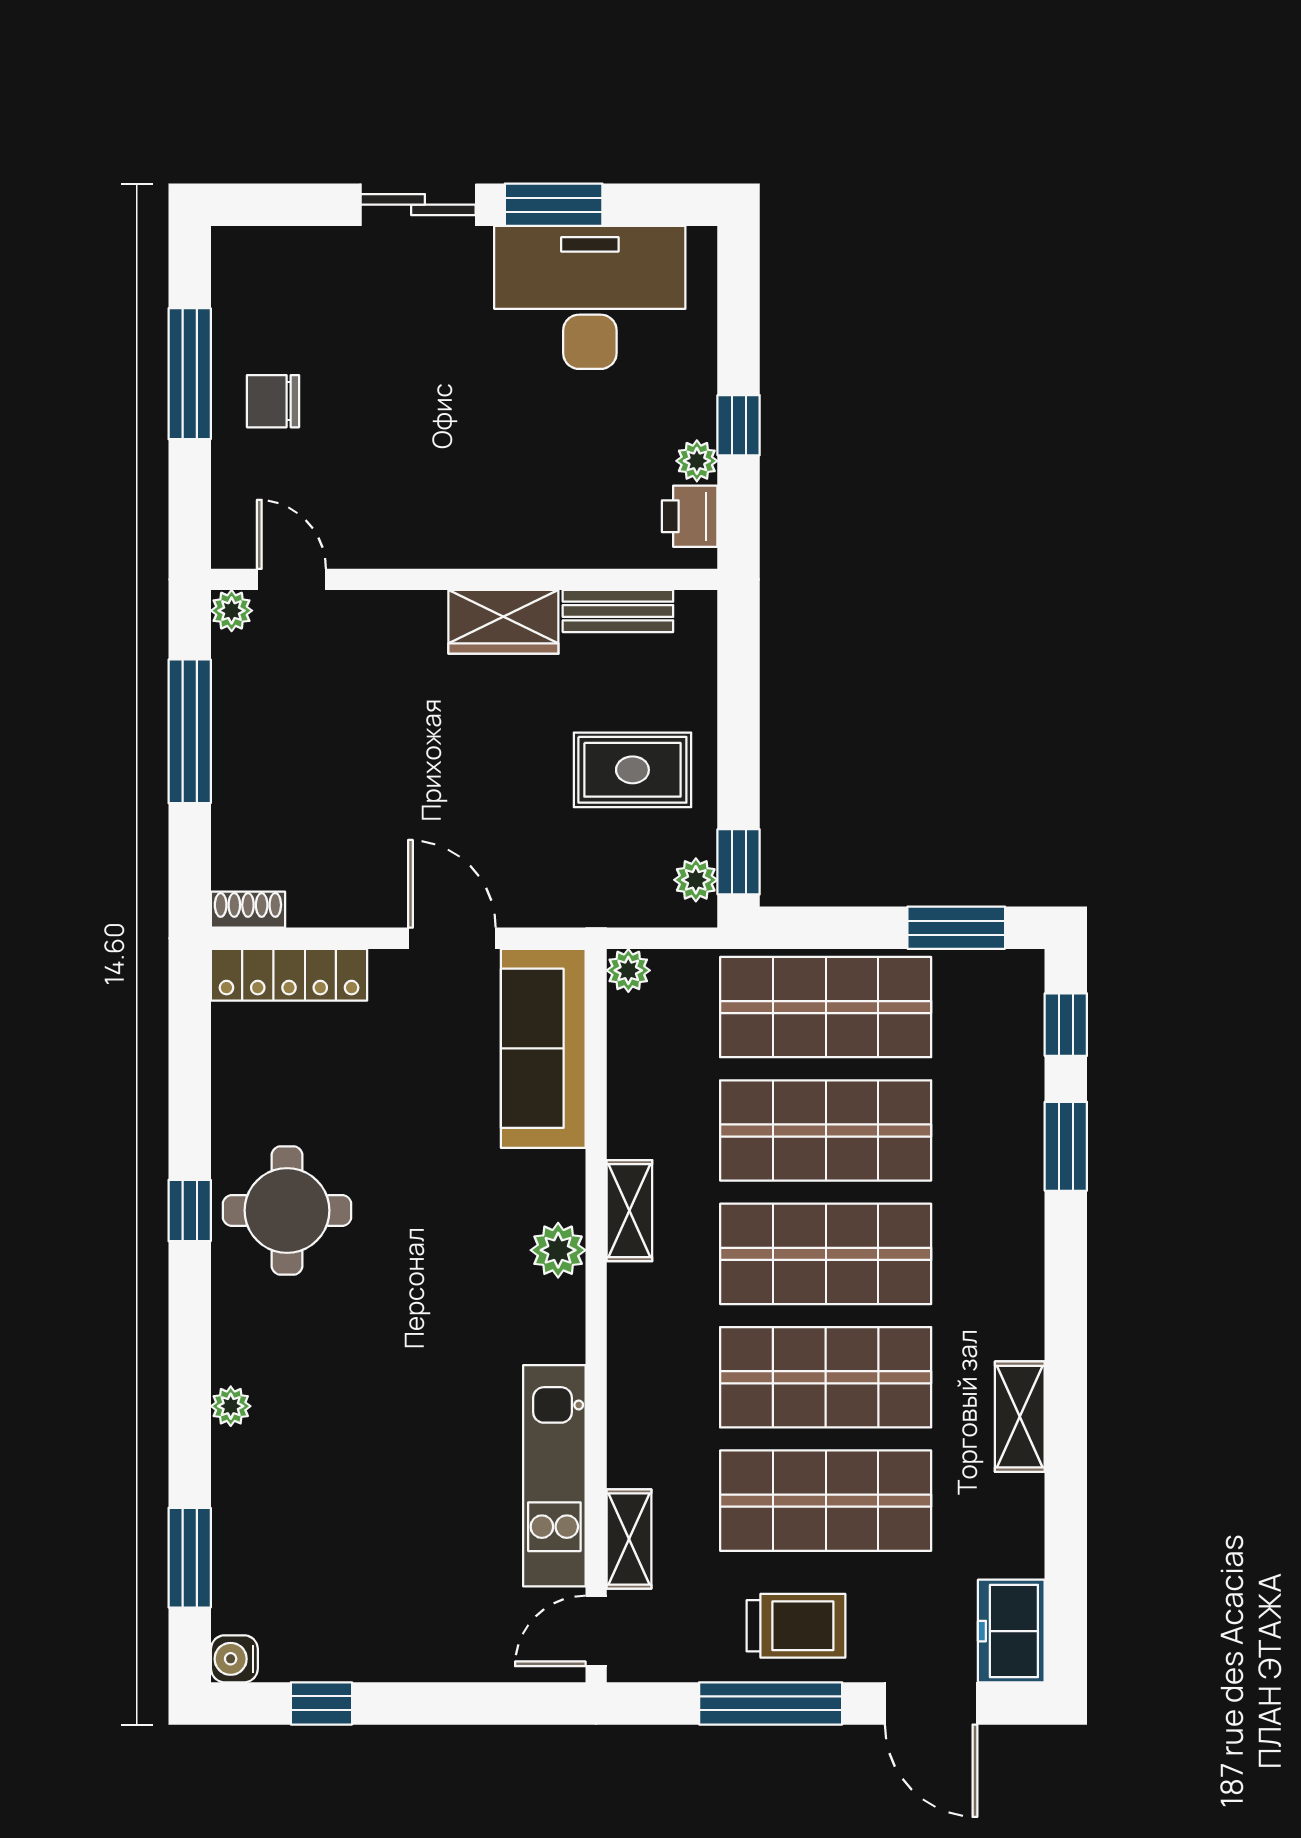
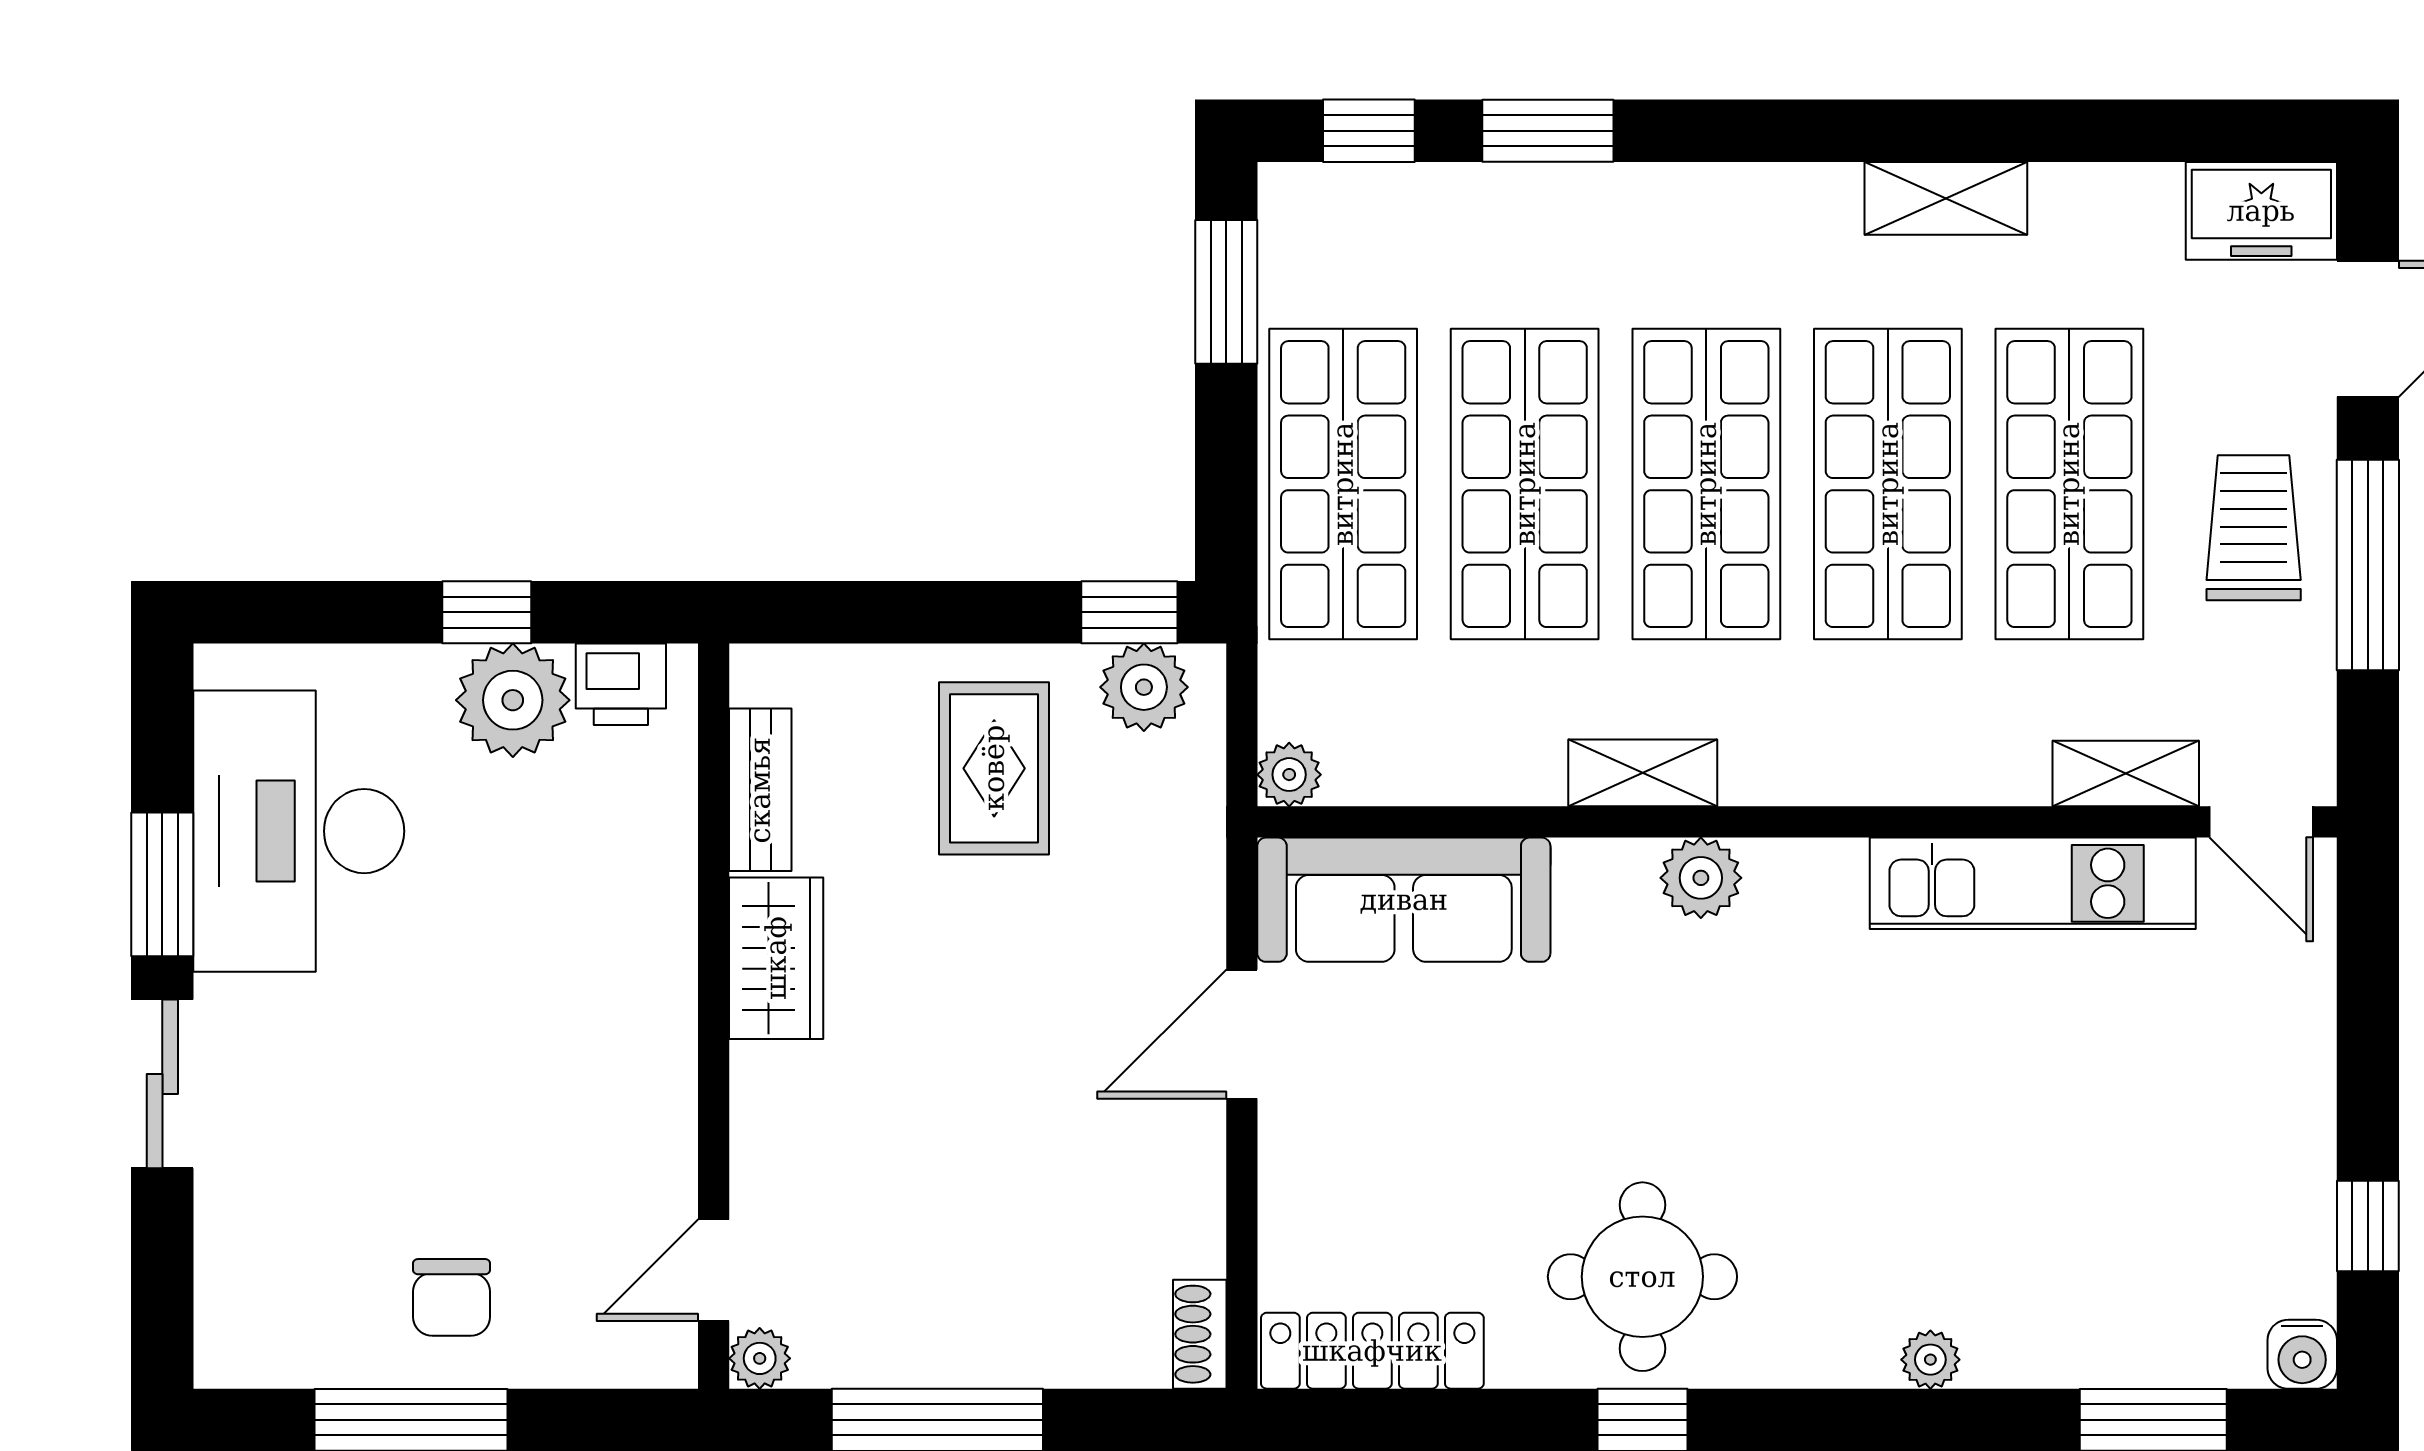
plant: (697, 461) -> (513, 700), width x1.88, depth x1.88
plant: (696, 880) -> (1144, 687), width x1.38, depth x1.38
locker: (289, 975) -> (1372, 1351), moved, turned -90

